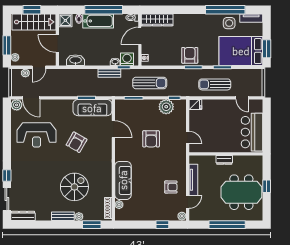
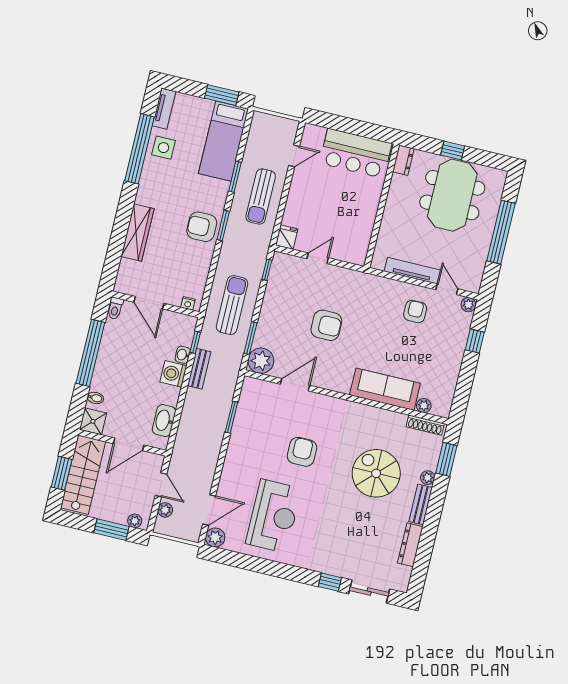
wardrobe: (157, 20) -> (137, 233), moved
bathtub: (98, 21) -> (107, 367), removed
bed: (241, 51) -> (223, 141), width x0.67
washing machine: (127, 59) -> (173, 374), moved
plant: (166, 107) -> (261, 361), moved
sofa: (92, 108) -> (250, 411), removed
door: (188, 137) -> (318, 258), moved
armchair: (76, 142) -> (302, 452), turned -120
dresser: (224, 160) -> (403, 160), moved
dresser: (23, 216) -> (410, 545), moved

